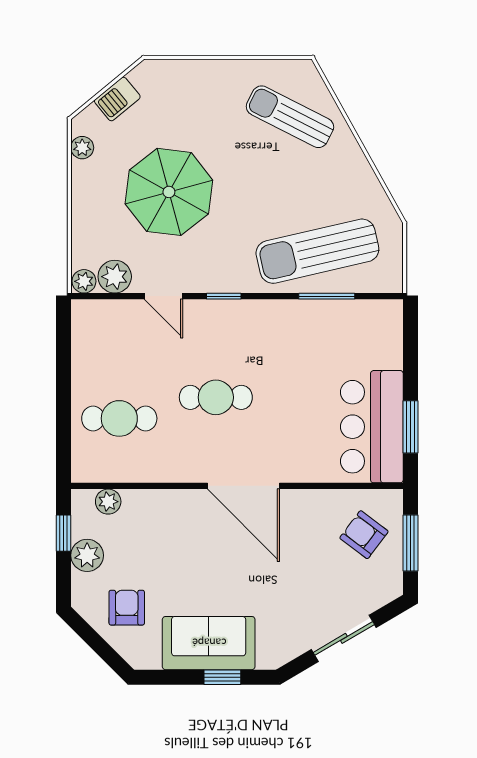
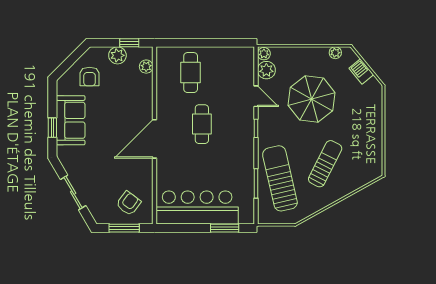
sun lounger: (290, 117) -> (325, 164), moved
door: (164, 296) -> (256, 96), swing flipped
bar counter: (372, 427) -> (197, 207), width x1.36
window: (411, 427) -> (225, 228), moved
armchair: (127, 608) -> (90, 77), turned 90

